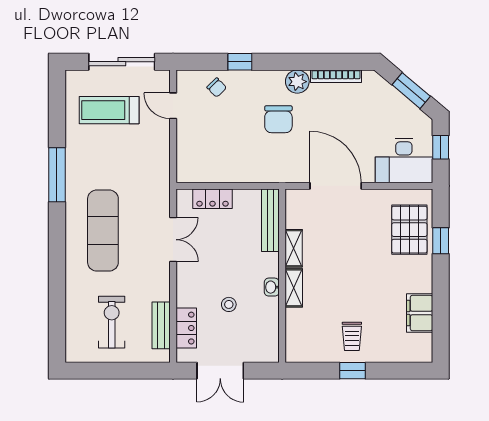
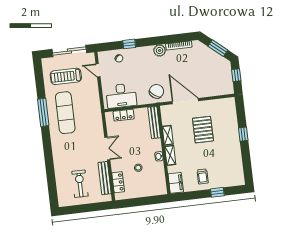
chair: (278, 119) -> (156, 91), moved, turned -144
desk: (404, 160) -> (121, 96), moved
pallet: (409, 230) -> (203, 130), moved
exercise mat: (103, 231) -> (65, 113), moved
double door: (173, 240) -> (107, 148), moved
window: (441, 241) -> (243, 134), moved
filing cabinet: (420, 313) -> (176, 183), moved, turned 180
bench: (161, 325) -> (105, 178), width x1.36
double door: (220, 371) -> (138, 202), removed
window: (353, 371) -> (217, 192), moved

